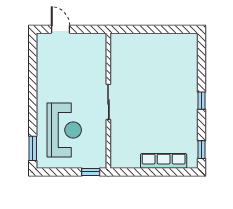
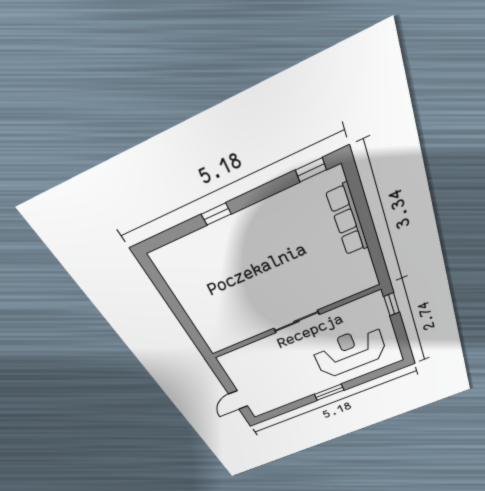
window: (201, 101) -> (216, 214), moved
window: (33, 148) -> (329, 392), moved

